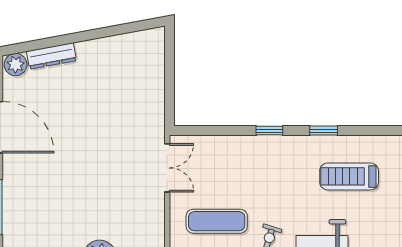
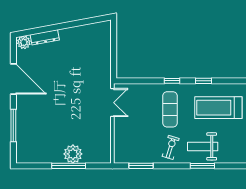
treadmill: (349, 176) -> (218, 108), width x1.37, depth x1.38
exercise mat: (217, 221) -> (170, 109), moved, turned 90

